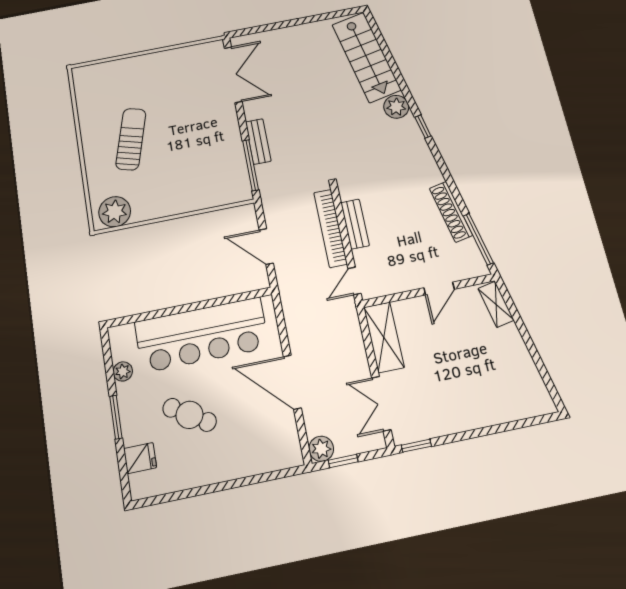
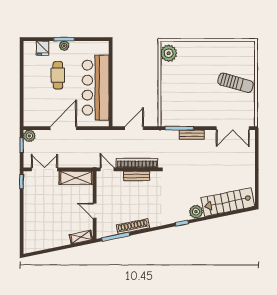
sun lounger: (131, 139) -> (236, 83), moved
plant: (123, 371) -> (64, 46), moved
cafe table: (189, 415) -> (58, 75), turned -32

